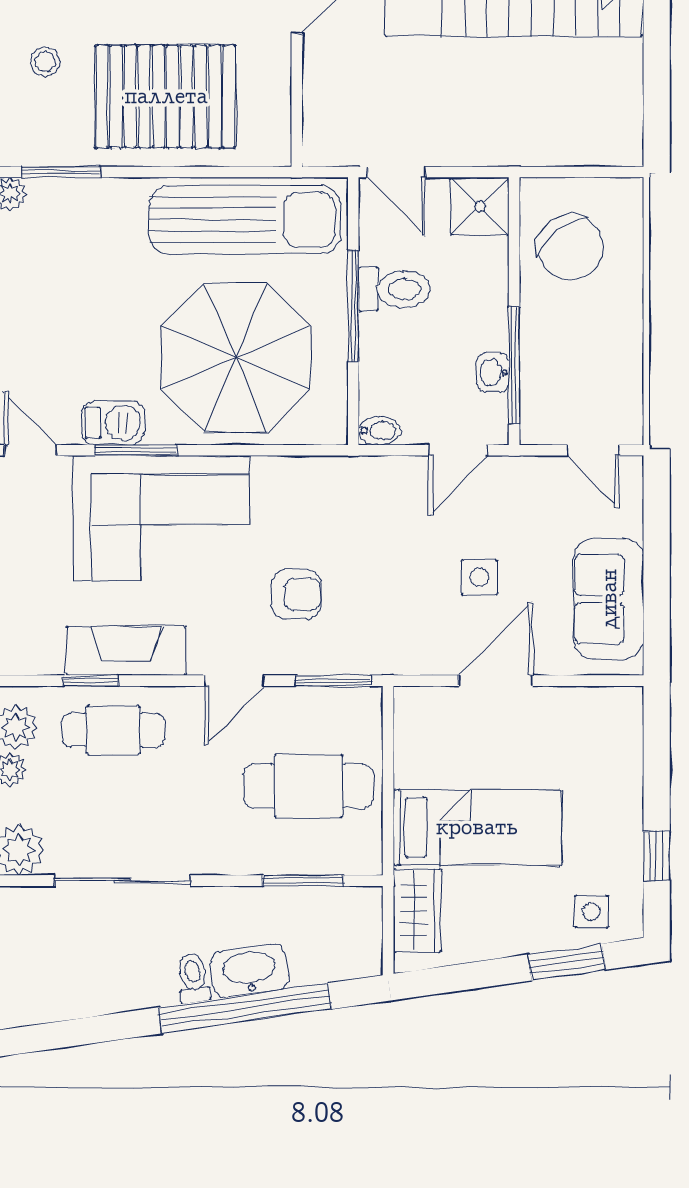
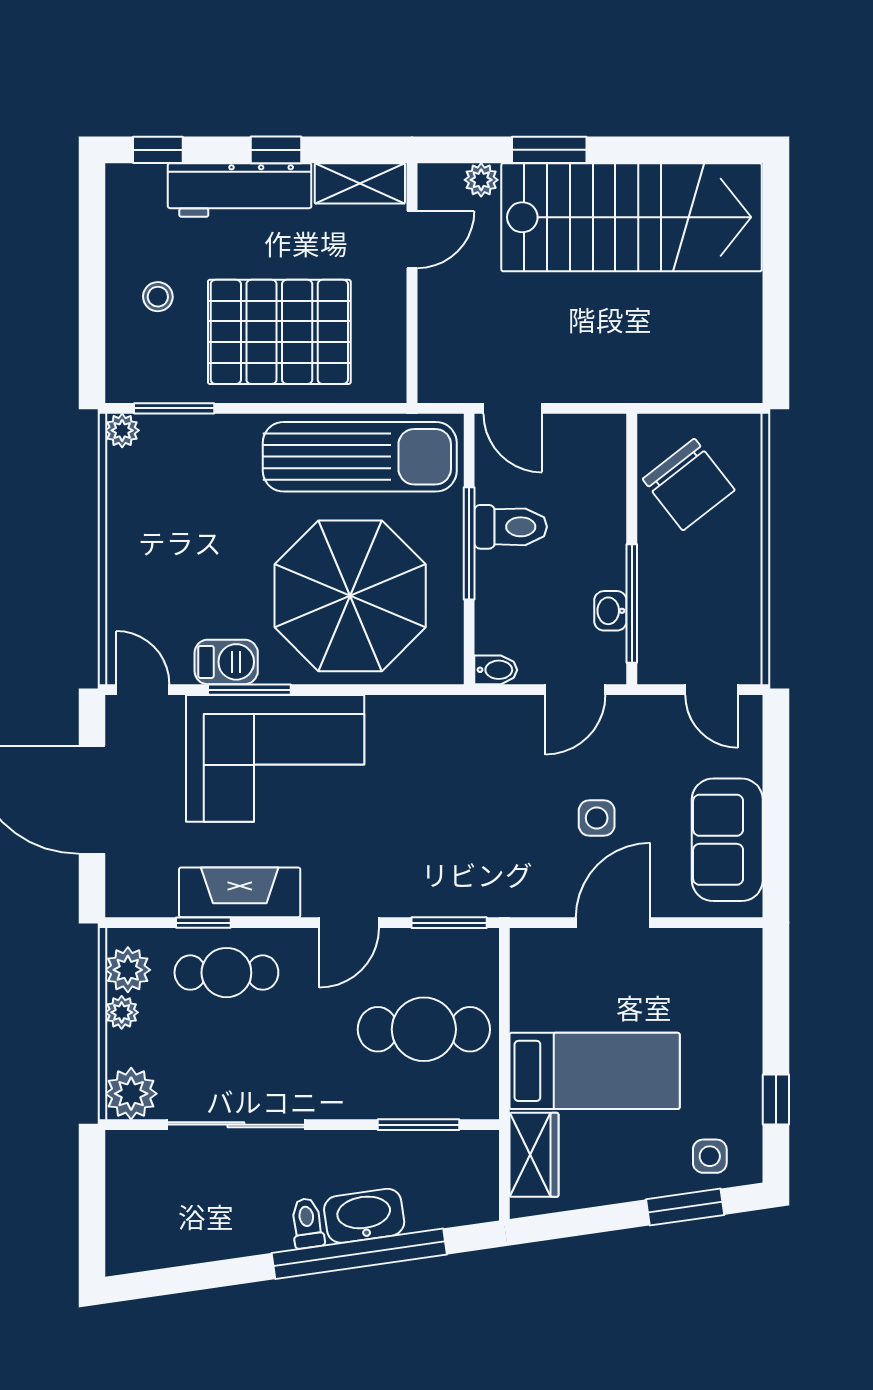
shower: (480, 206) -> (597, 443), removed
armchair: (296, 594) -> (412, 835), removed

